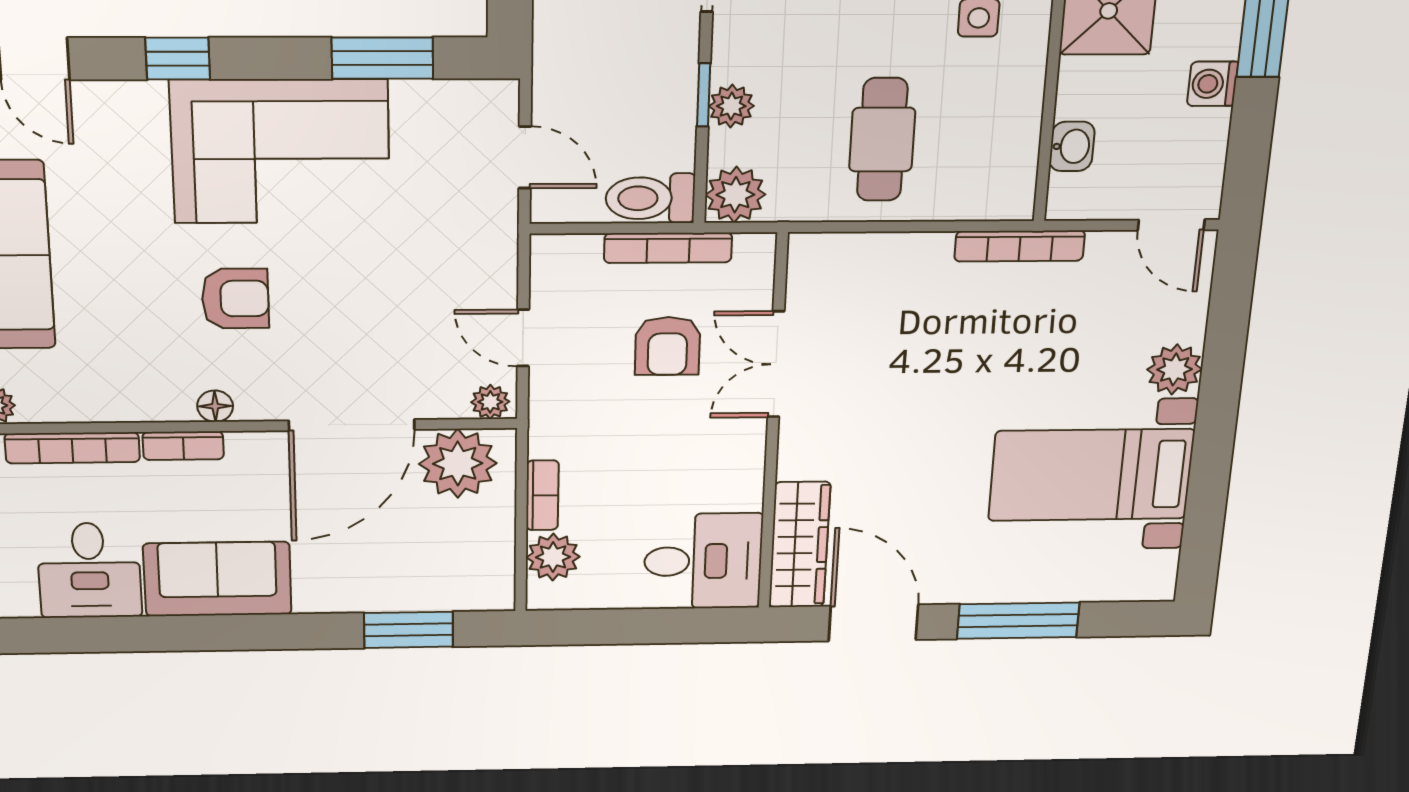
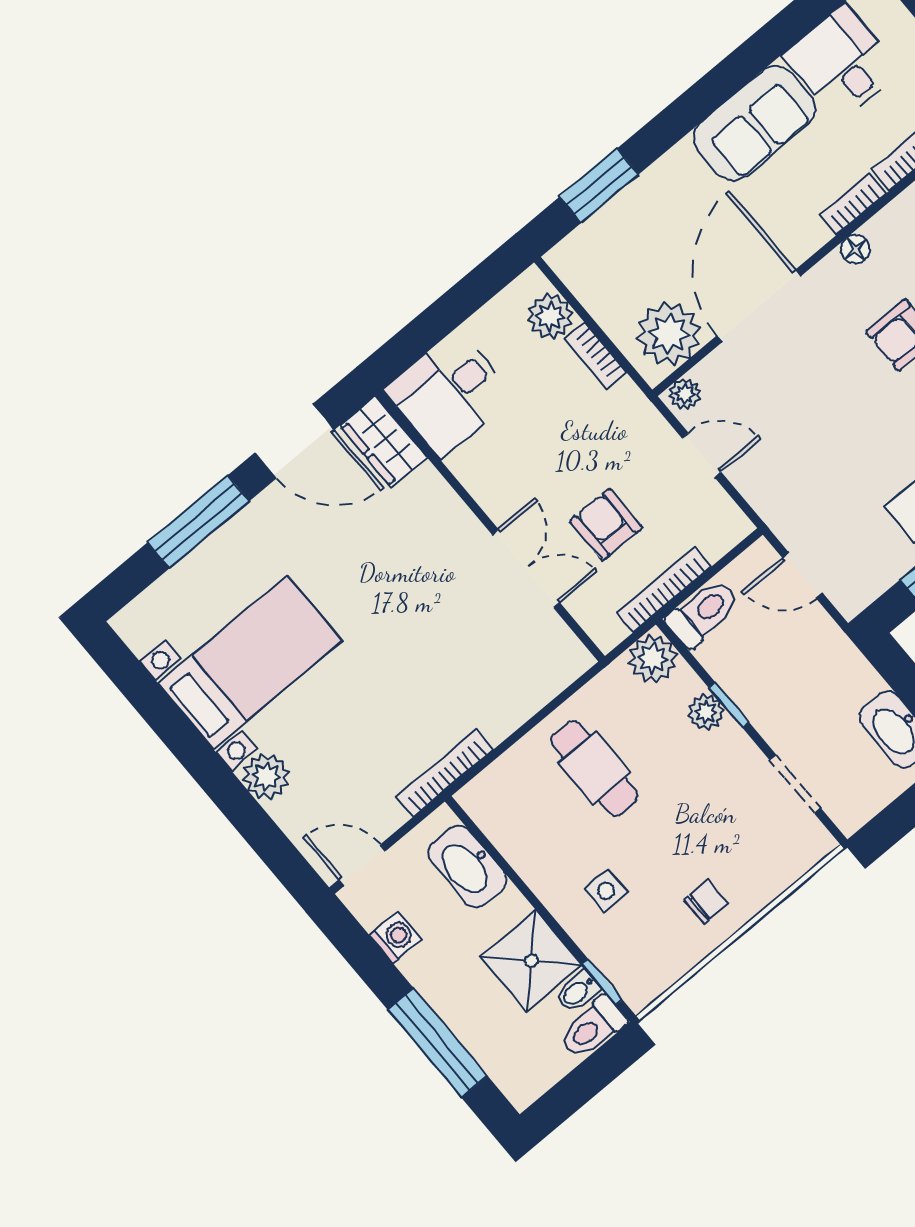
washing machine: (1212, 84) -> (396, 937), moved
washbasin: (1072, 146) -> (467, 866), width x1.91, depth x1.45
wardrobe: (799, 545) -> (383, 441), width x0.67

